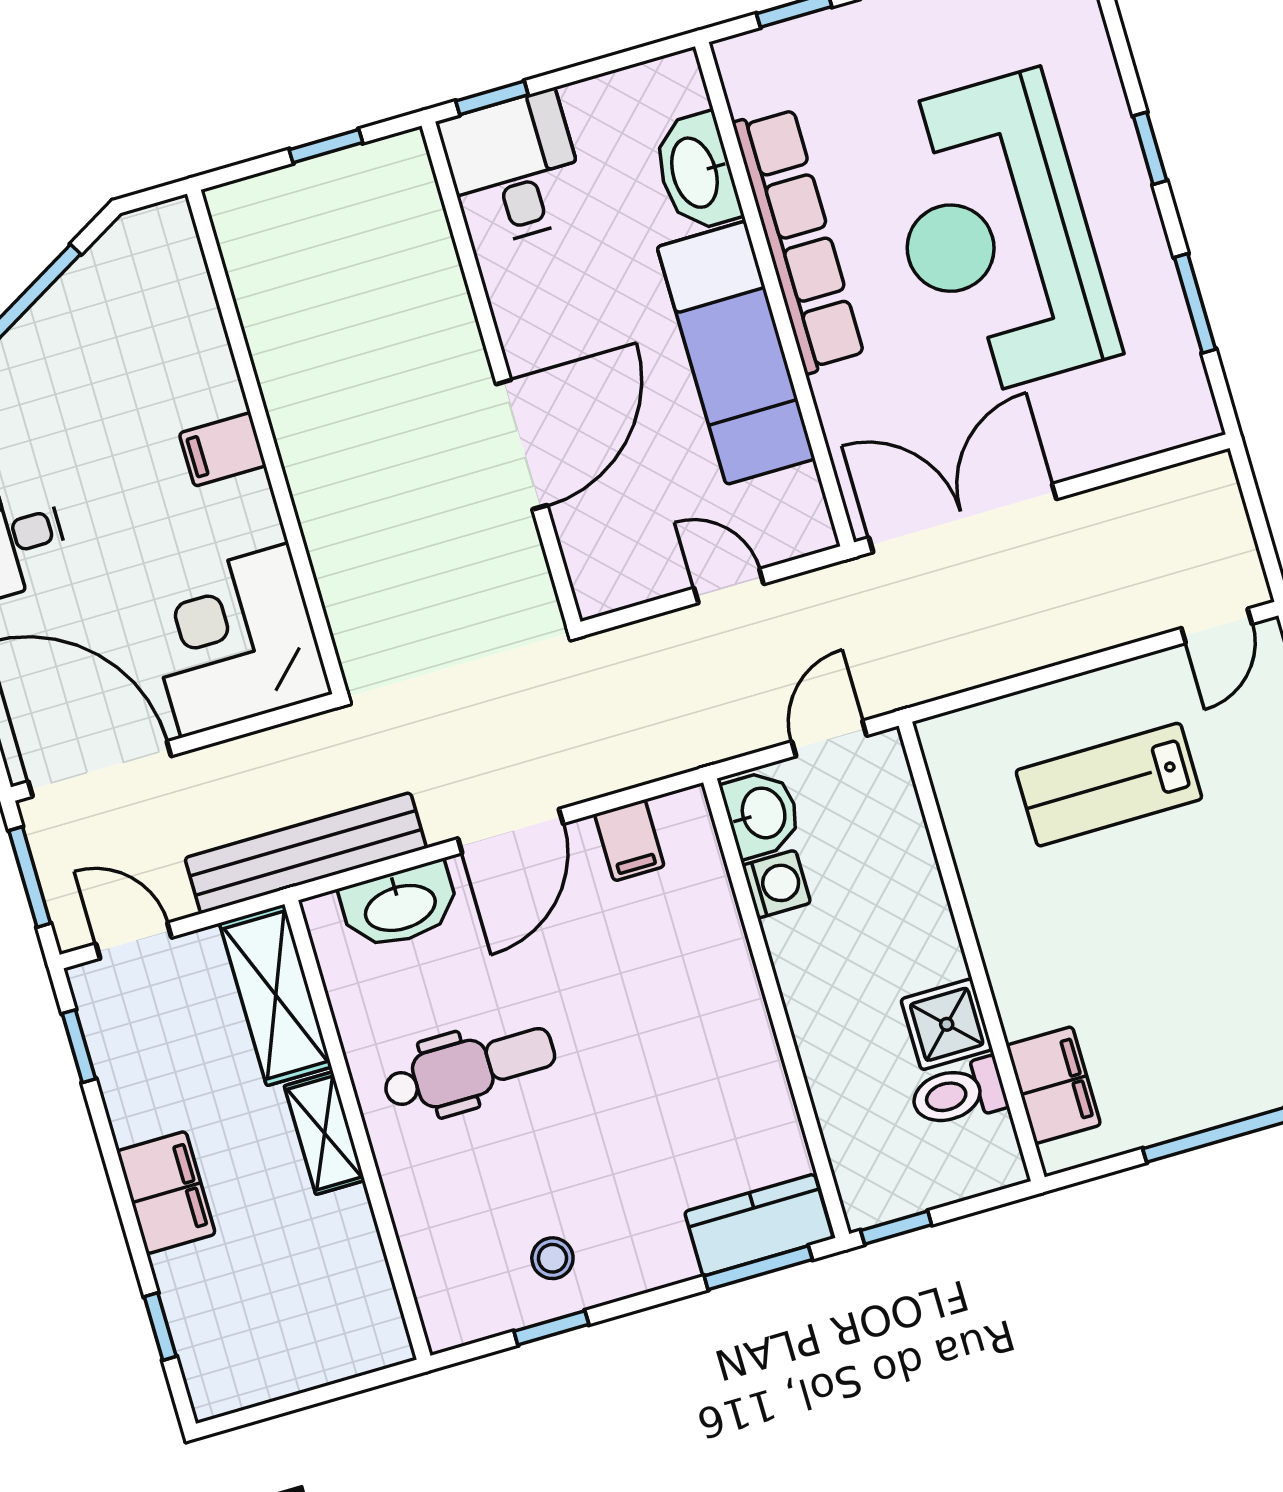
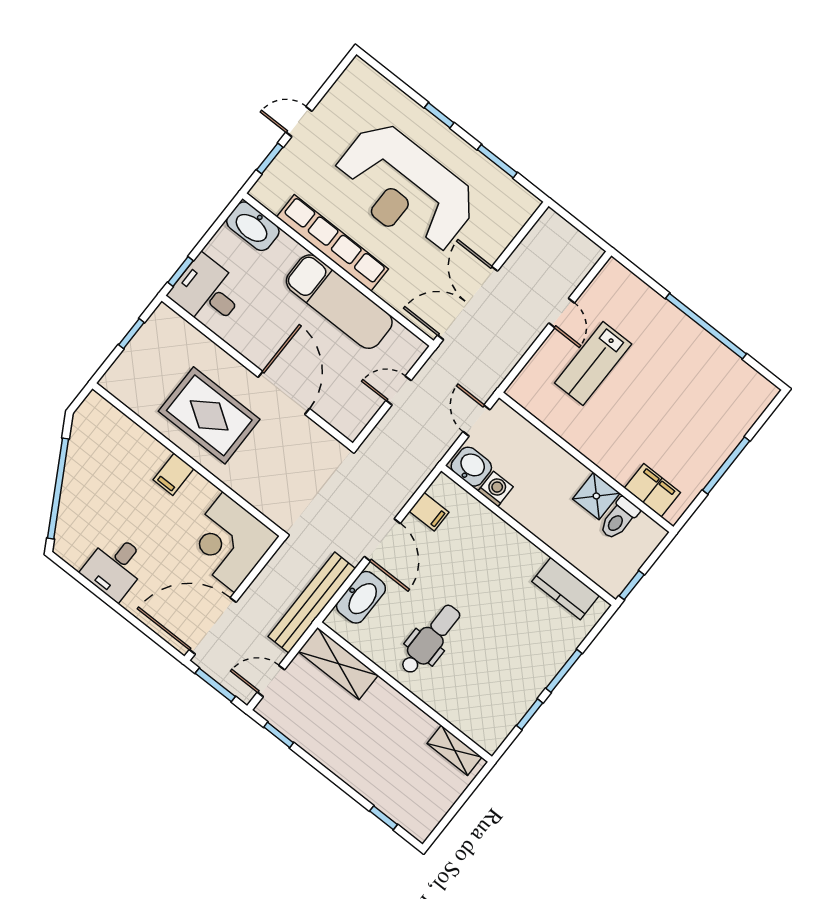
washbasin: (696, 172) -> (253, 226), moved
rug: (361, 390) -> (209, 415), added
door: (1217, 626) -> (562, 313), moved
shelving: (325, 1133) -> (454, 750), moved
filing cabinet: (166, 1193) -> (350, 766), removed
kitchen counter: (759, 1225) -> (566, 588), moved, turned -90
stool: (552, 1258) -> (512, 688), removed
window: (758, 1268) -> (564, 671), moved

